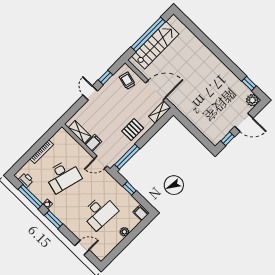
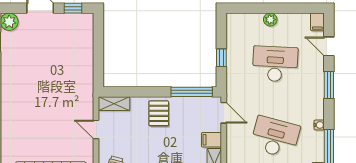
door: (156, 90) -> (96, 129), width x0.53
pallet: (133, 130) -> (159, 113), turned 90
filing cabinet: (141, 213) -> (317, 22), moved
window: (54, 220) -> (329, 85), moved

